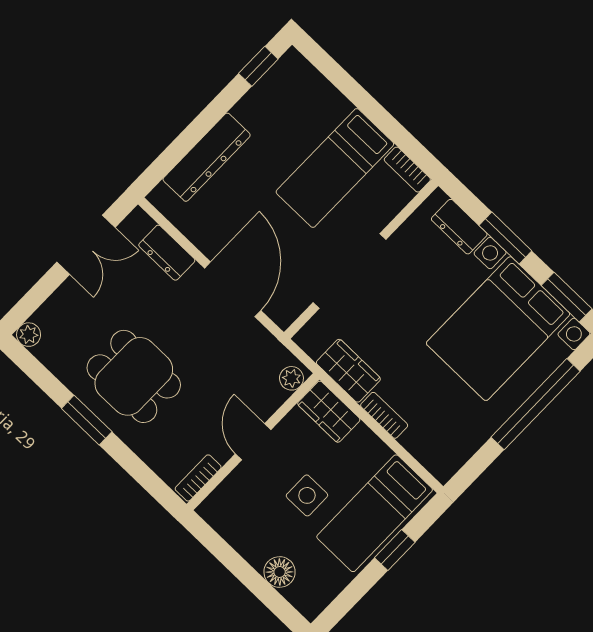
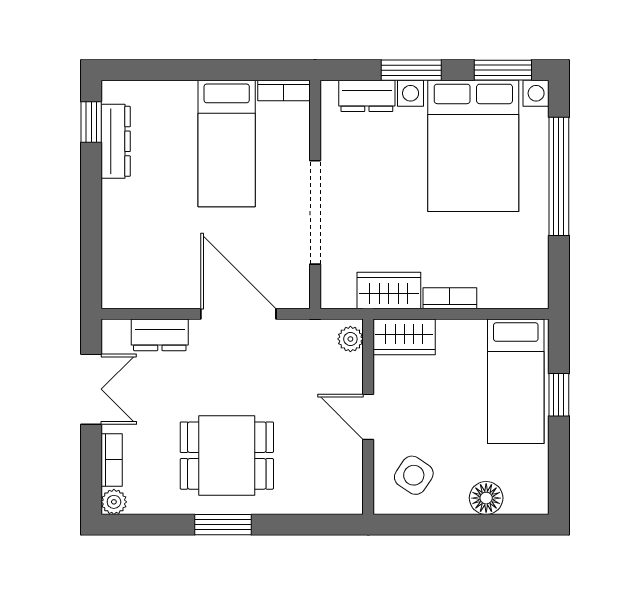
dresser: (207, 157) -> (116, 141), moved, width x0.73, depth x0.80
bookcase: (198, 478) -> (112, 460), moved, turned 180
side table: (307, 495) -> (414, 475), moved, turned 34

